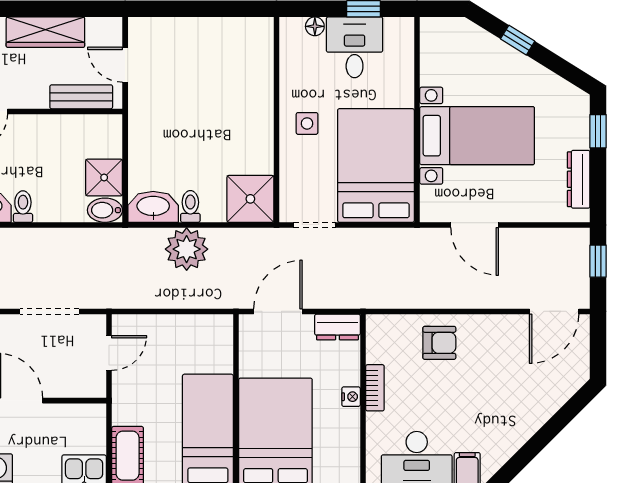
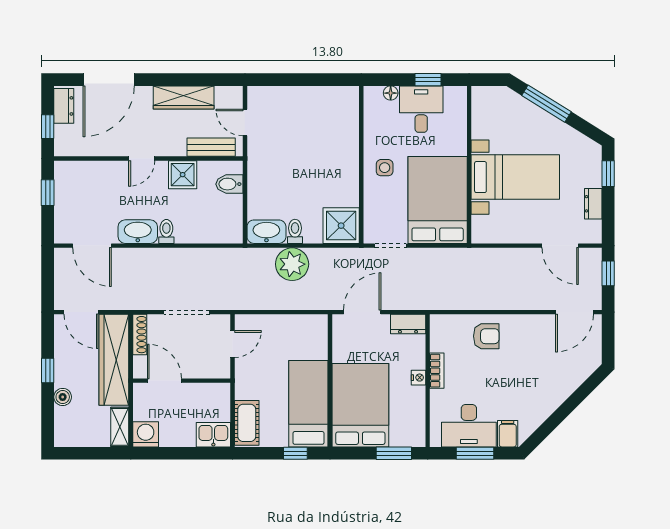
window: (518, 40) -> (546, 104), width x2.17
shower: (104, 177) -> (183, 175), moved
dresser: (579, 179) -> (593, 204), width x0.70
bidet: (105, 210) -> (229, 184), moved
door: (475, 225) -> (560, 246), moved

